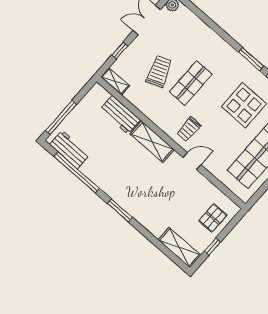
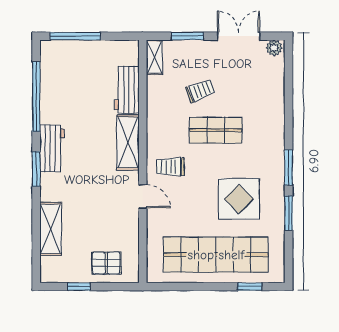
window: (120, 51) -> (187, 36), width x1.50
trolley: (159, 71) -> (200, 91), width x0.73, depth x0.72
workbench: (70, 149) -> (52, 148), moved
shelving: (179, 247) -> (51, 229), moved

